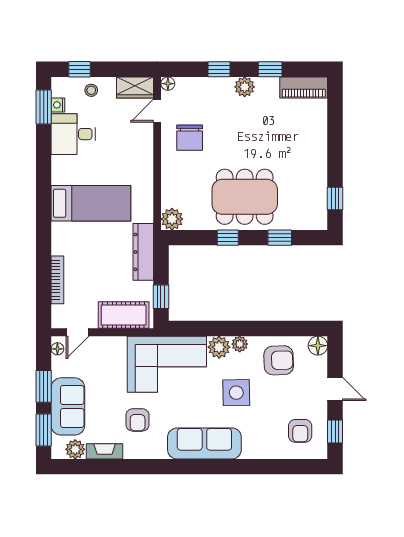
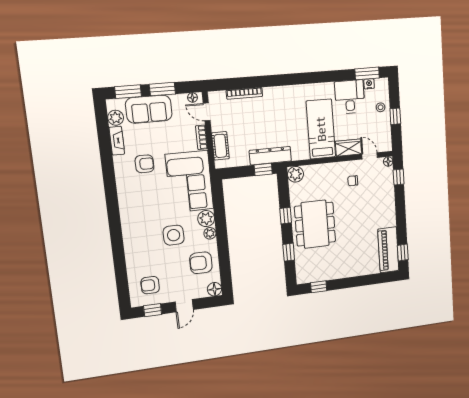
window: (80, 69) -> (395, 116), moved
window: (219, 69) -> (399, 177), moved
window: (270, 69) -> (403, 253), moved
wardrobe: (135, 87) -> (348, 148), moved, turned 90
plant: (245, 87) -> (389, 215), removed
piano: (304, 87) -> (388, 250), width x1.37, depth x1.33
chair: (190, 138) -> (353, 181), width x0.54, depth x0.54
bed: (91, 203) -> (321, 129), moved, turned 180
window: (161, 297) -> (263, 170), moved
cot: (124, 315) -> (220, 146), width x0.73, depth x0.75
bookcase: (110, 342) -> (201, 137), added
armchair: (279, 360) -> (201, 263), turned 92
armchair: (138, 420) -> (144, 164), turned 180
sofa: (204, 443) -> (132, 216), removed

